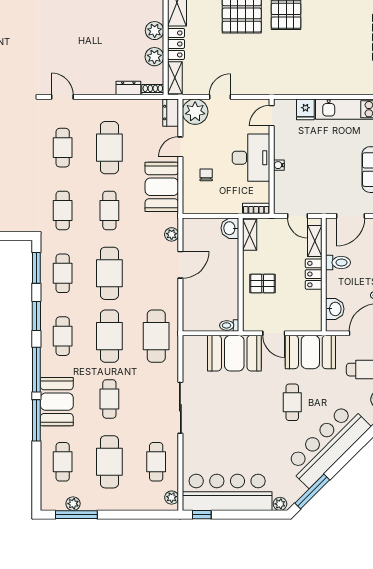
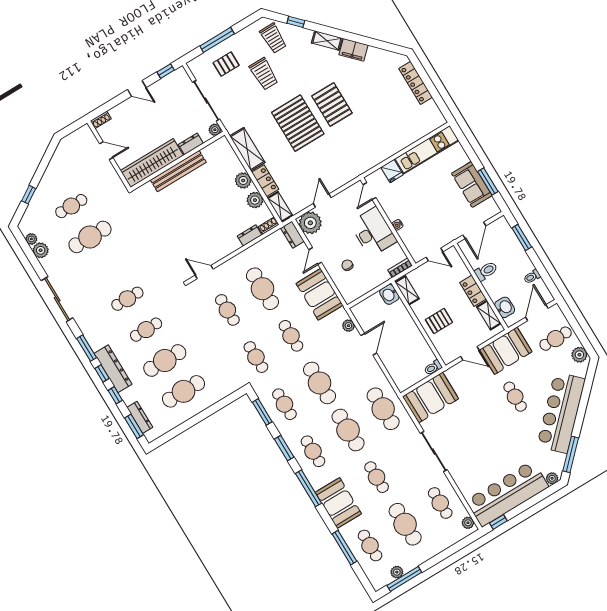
shelving: (315, 241) -> (489, 315), moved
booth: (234, 353) -> (430, 398), moved
window: (36, 420) -> (344, 548), moved

